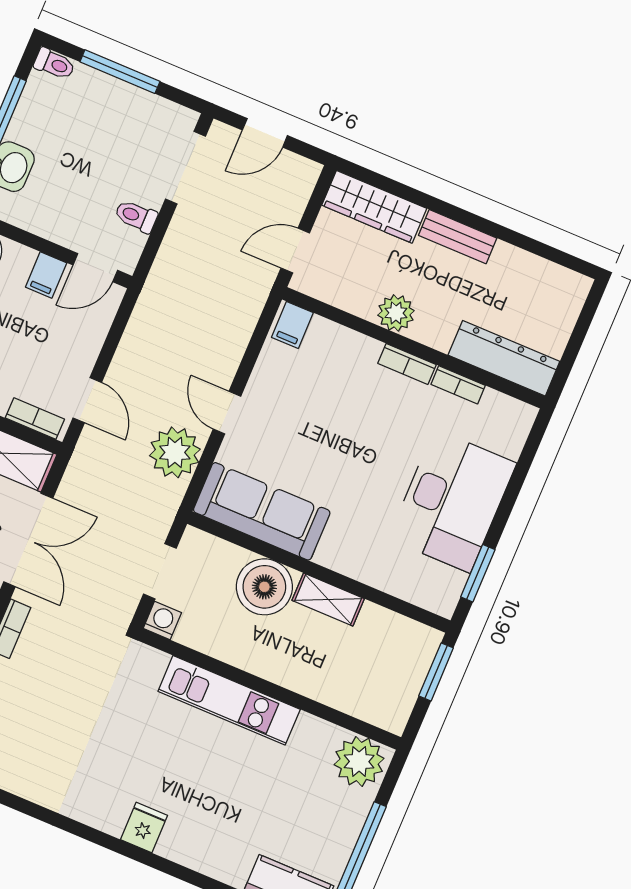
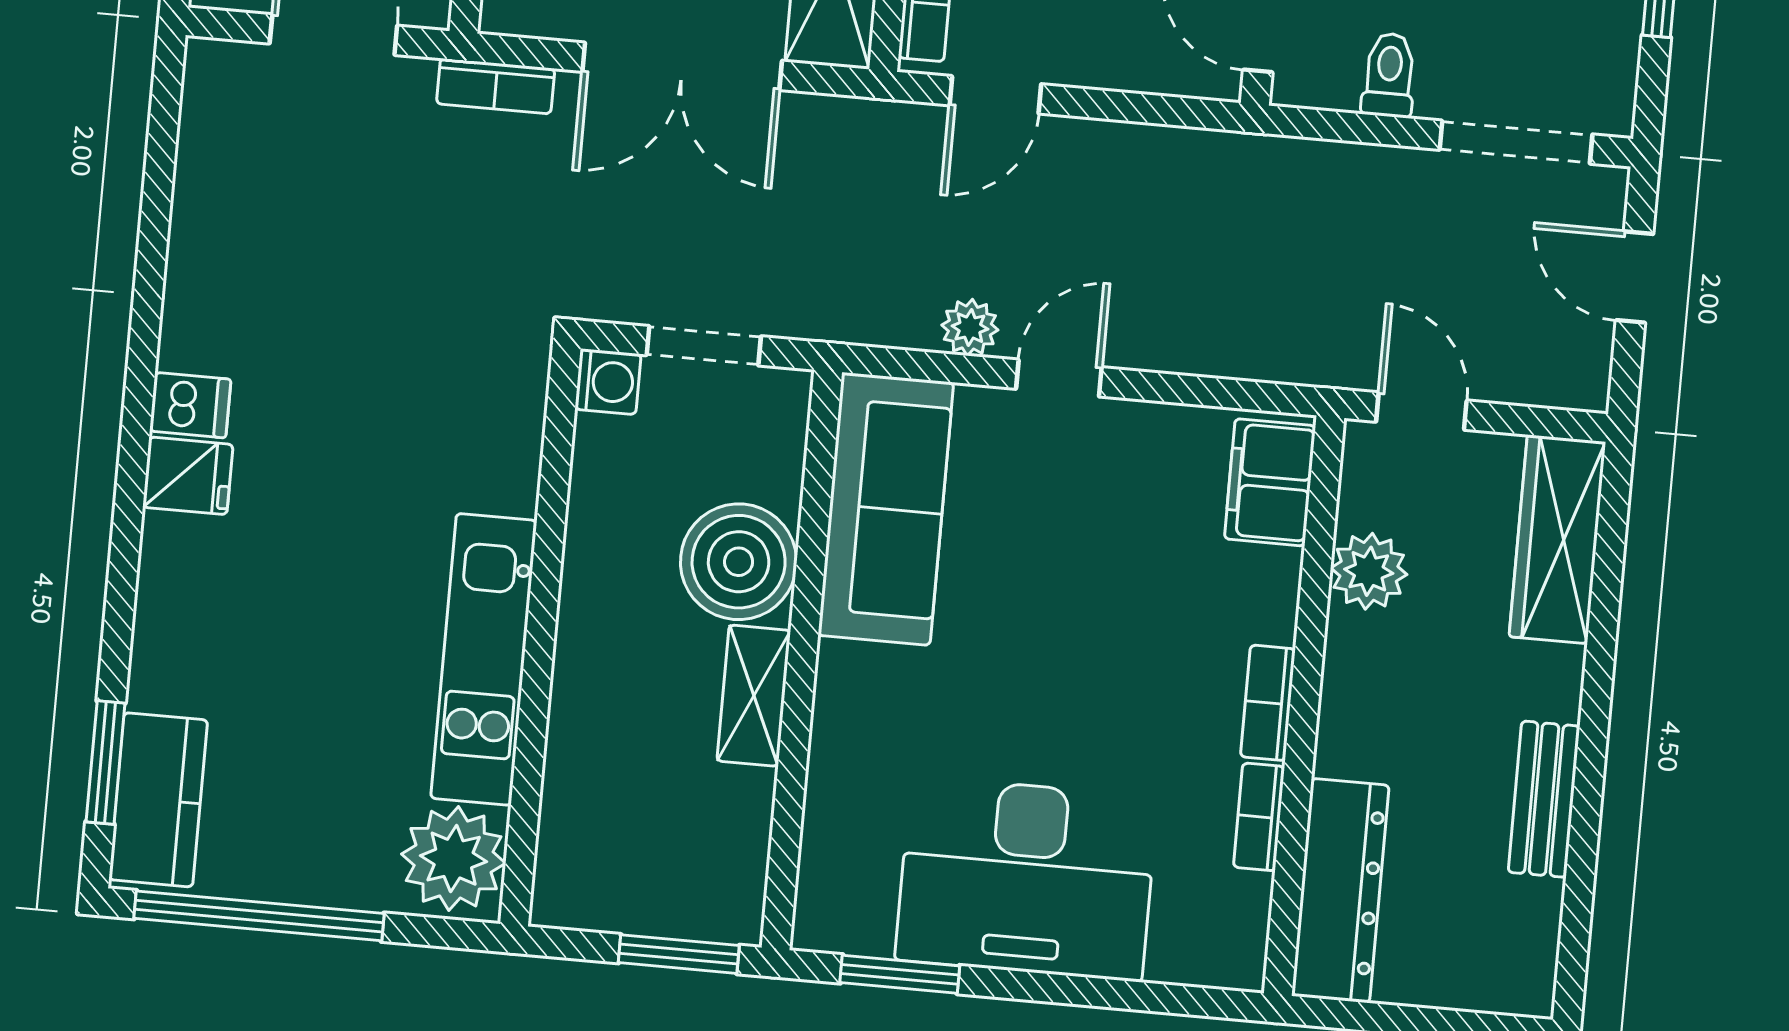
bench: (458, 237) -> (1544, 799), moved
plant: (396, 313) -> (1369, 571), moved
filing cabinet: (292, 325) -> (1270, 482), width x2.00
plant: (175, 452) -> (970, 328), width x0.53, depth x0.53
kitchen unit: (229, 700) -> (484, 659), moved
dishwasher: (112, 816) -> (190, 405), added

